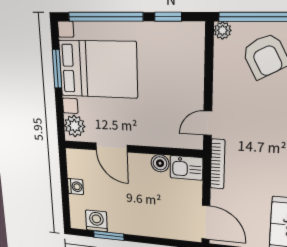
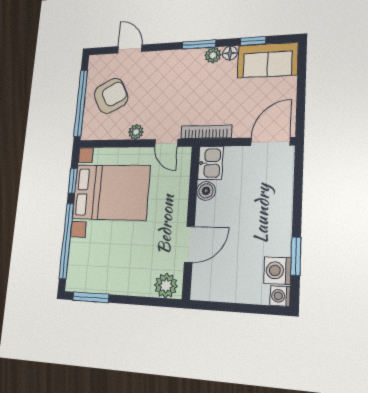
plant: (223, 30) -> (136, 132), moved
window: (57, 69) -> (91, 297), moved
bed with nightstands: (98, 69) -> (111, 192), moved, turned 90
washing machine: (76, 187) -> (280, 296), moved, turned -90

